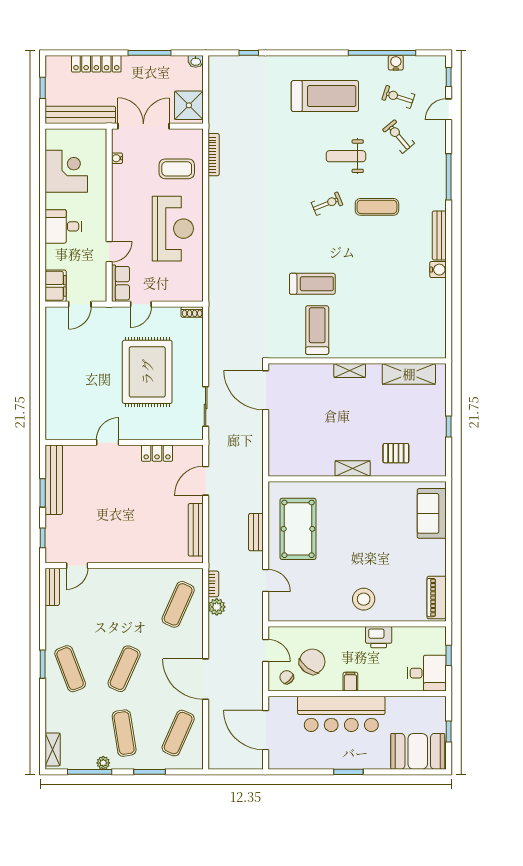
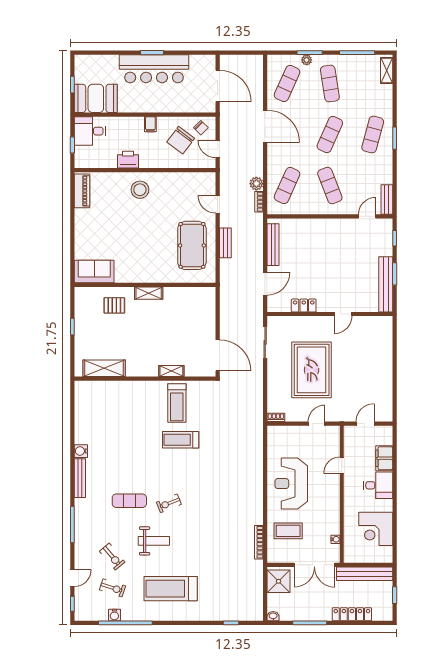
row of seats: (120, 283) -> (333, 440), removed
filing cabinet: (56, 286) -> (384, 458), moved
shelving: (350, 370) -> (171, 371), moved
sofa: (432, 513) -> (94, 272), moved, turned -90
exercise mat: (124, 604) -> (330, 186), added
exercise mat: (70, 669) -> (373, 134), turned 36
bar counter: (341, 714) -> (154, 69), moved, turned 180
booth: (418, 751) -> (96, 98), moved
plant: (103, 763) -> (307, 60), moved

